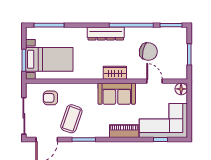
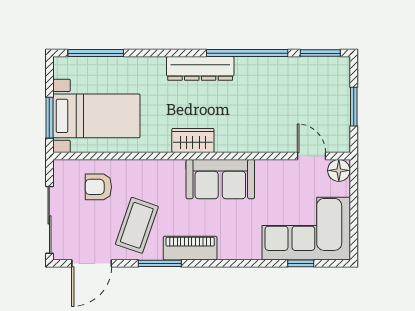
chair: (148, 52) -> (278, 102), removed
wardrobe: (115, 73) -> (193, 140), moved
door: (155, 81) -> (312, 156), moved
piano: (124, 131) -> (190, 248), moved

